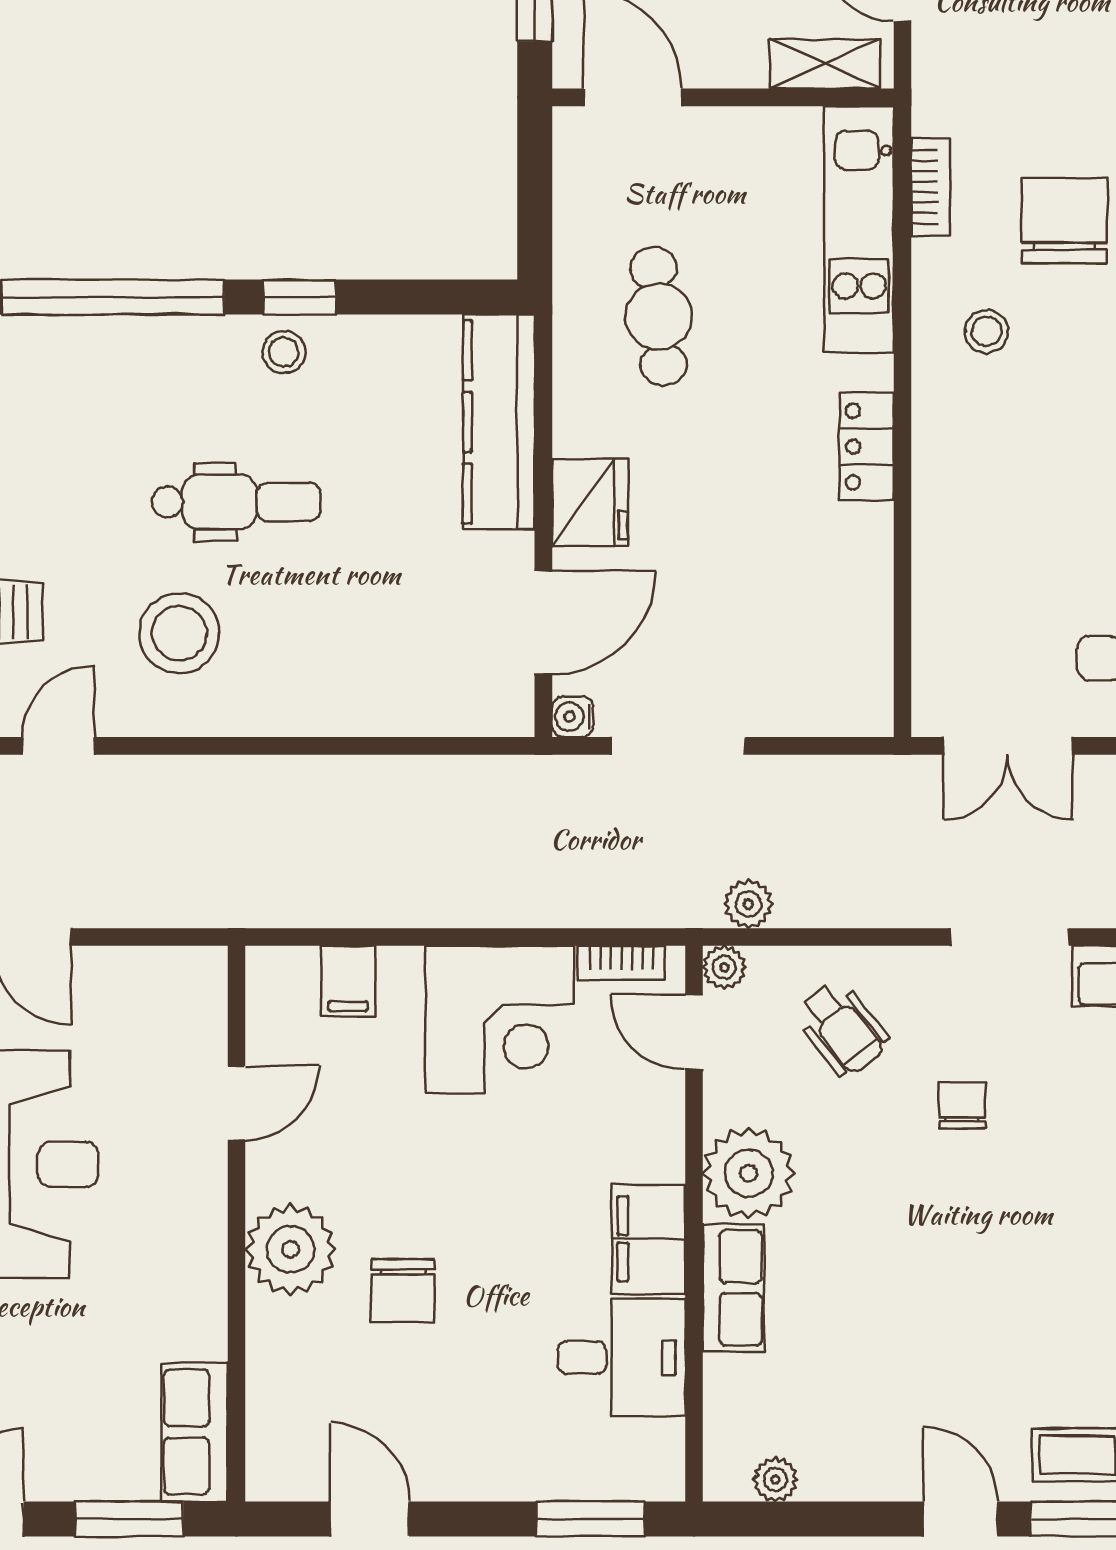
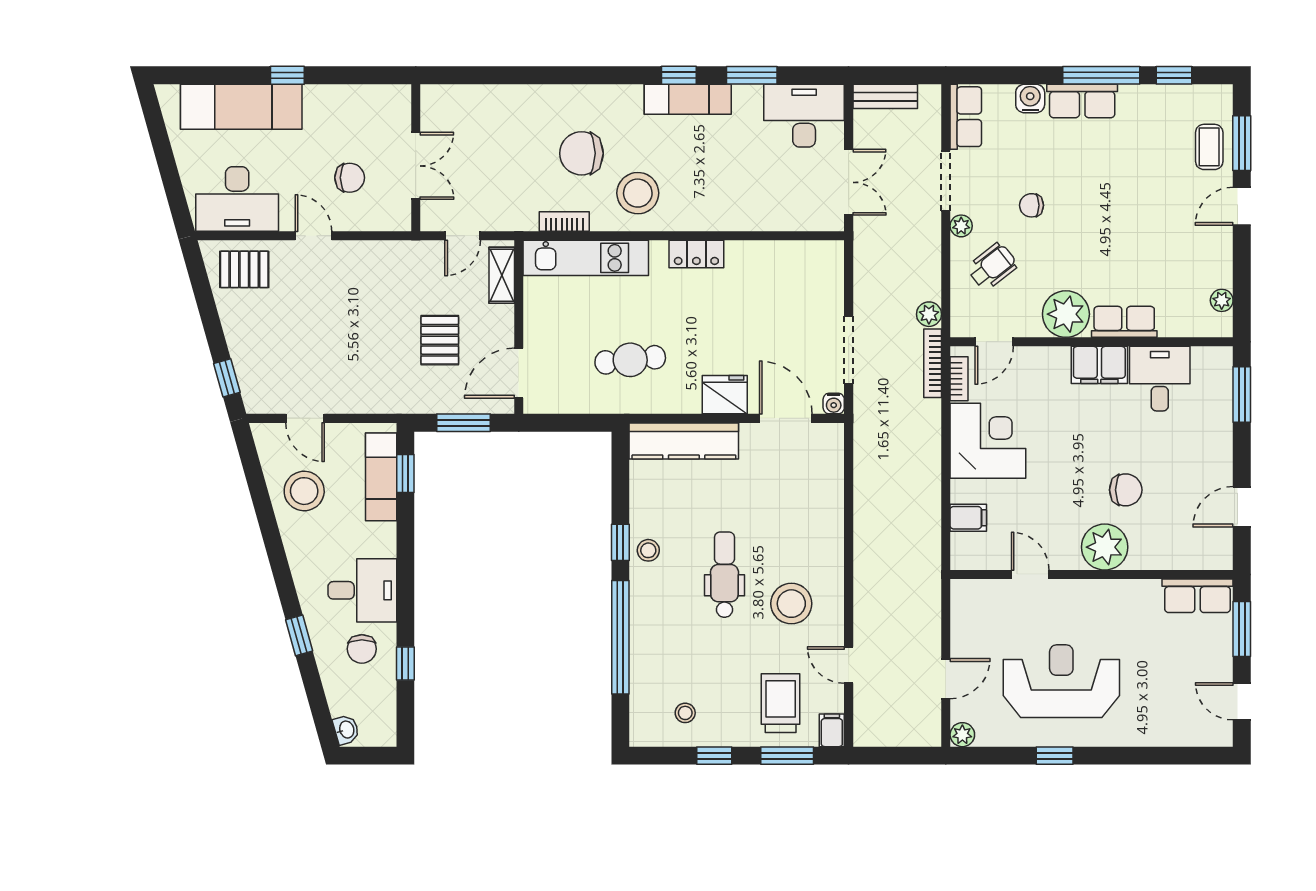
stool: (986, 331) -> (638, 193), width x1.89, depth x1.89
bookcase: (652, 911) -> (933, 363), added
plant: (724, 967) -> (961, 226), moved

